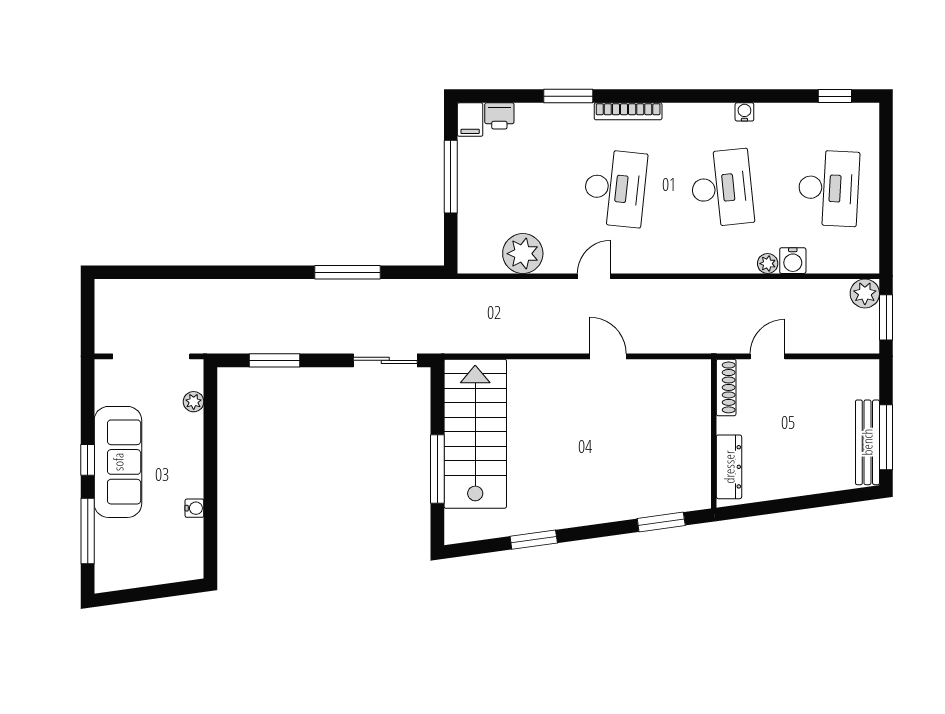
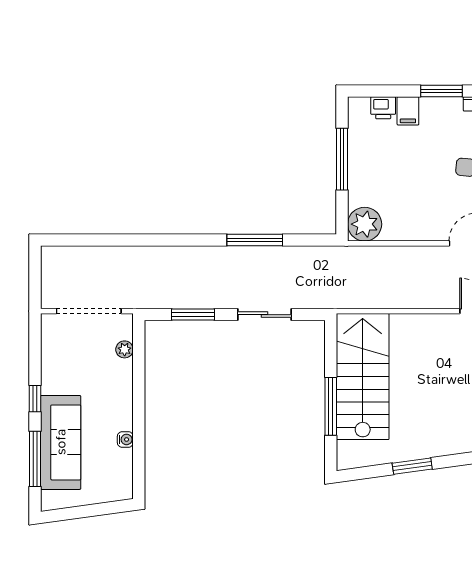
filing cabinet: (470, 120) -> (408, 111), moved
plant: (523, 254) -> (365, 224), moved
sliding door: (385, 360) -> (264, 315), moved
sofa: (118, 462) -> (61, 442), moved

